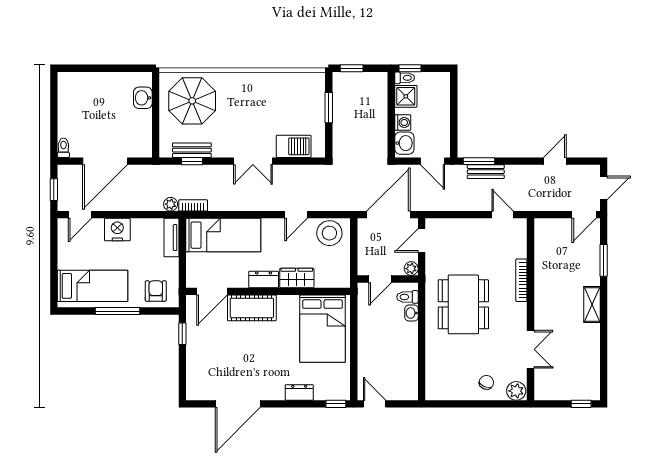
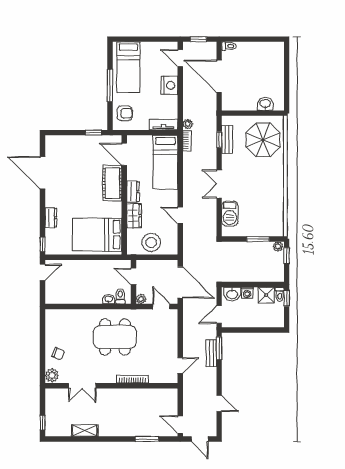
plant: (339, 80) -> (278, 247), added
stool: (329, 233) -> (151, 242), moved
shelving: (592, 304) -> (85, 430), moved

